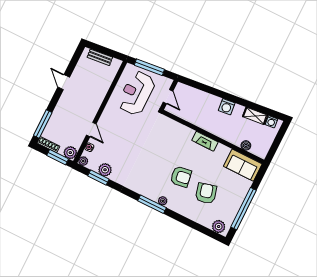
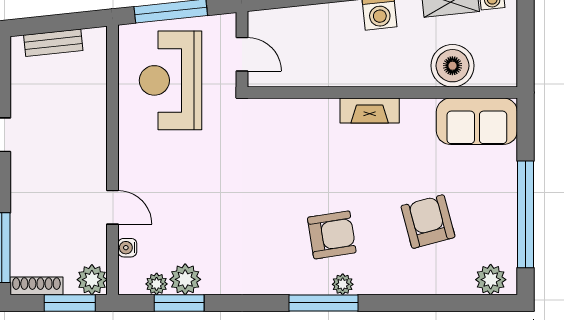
boiler: (246, 145) -> (452, 66), width x1.86, depth x1.86
plant: (83, 161) -> (157, 284), moved
armchair: (181, 177) -> (332, 235), moved

